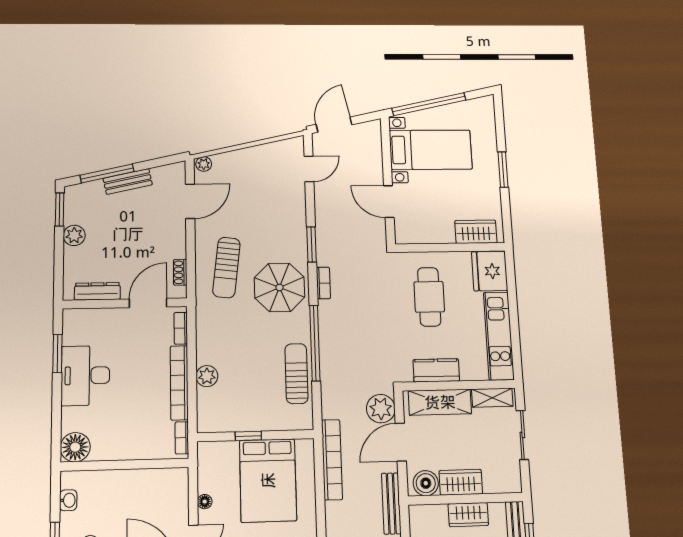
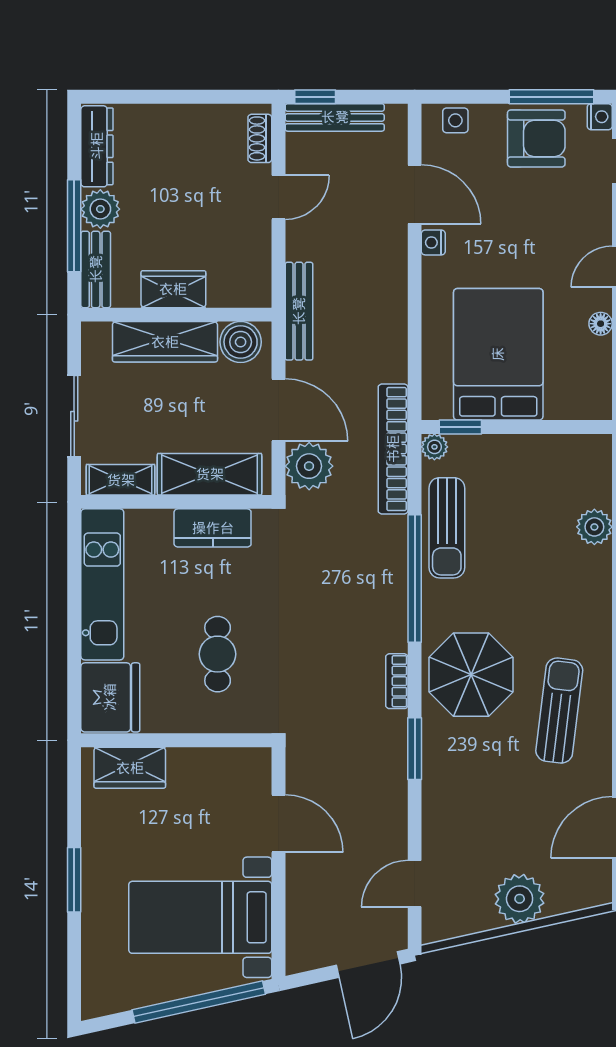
plant: (204, 164) -> (520, 899), moved, width x1.88, depth x1.88
cafe table: (429, 297) -> (218, 654), width x0.73, depth x0.74
plant: (305, 422) -> (434, 447), added
window: (248, 436) -> (460, 427), moved
door: (401, 442) -> (278, 410), hinge flipped
bookcase: (332, 460) -> (393, 449), moved
wardrobe: (461, 482) -> (165, 342), width x1.50

